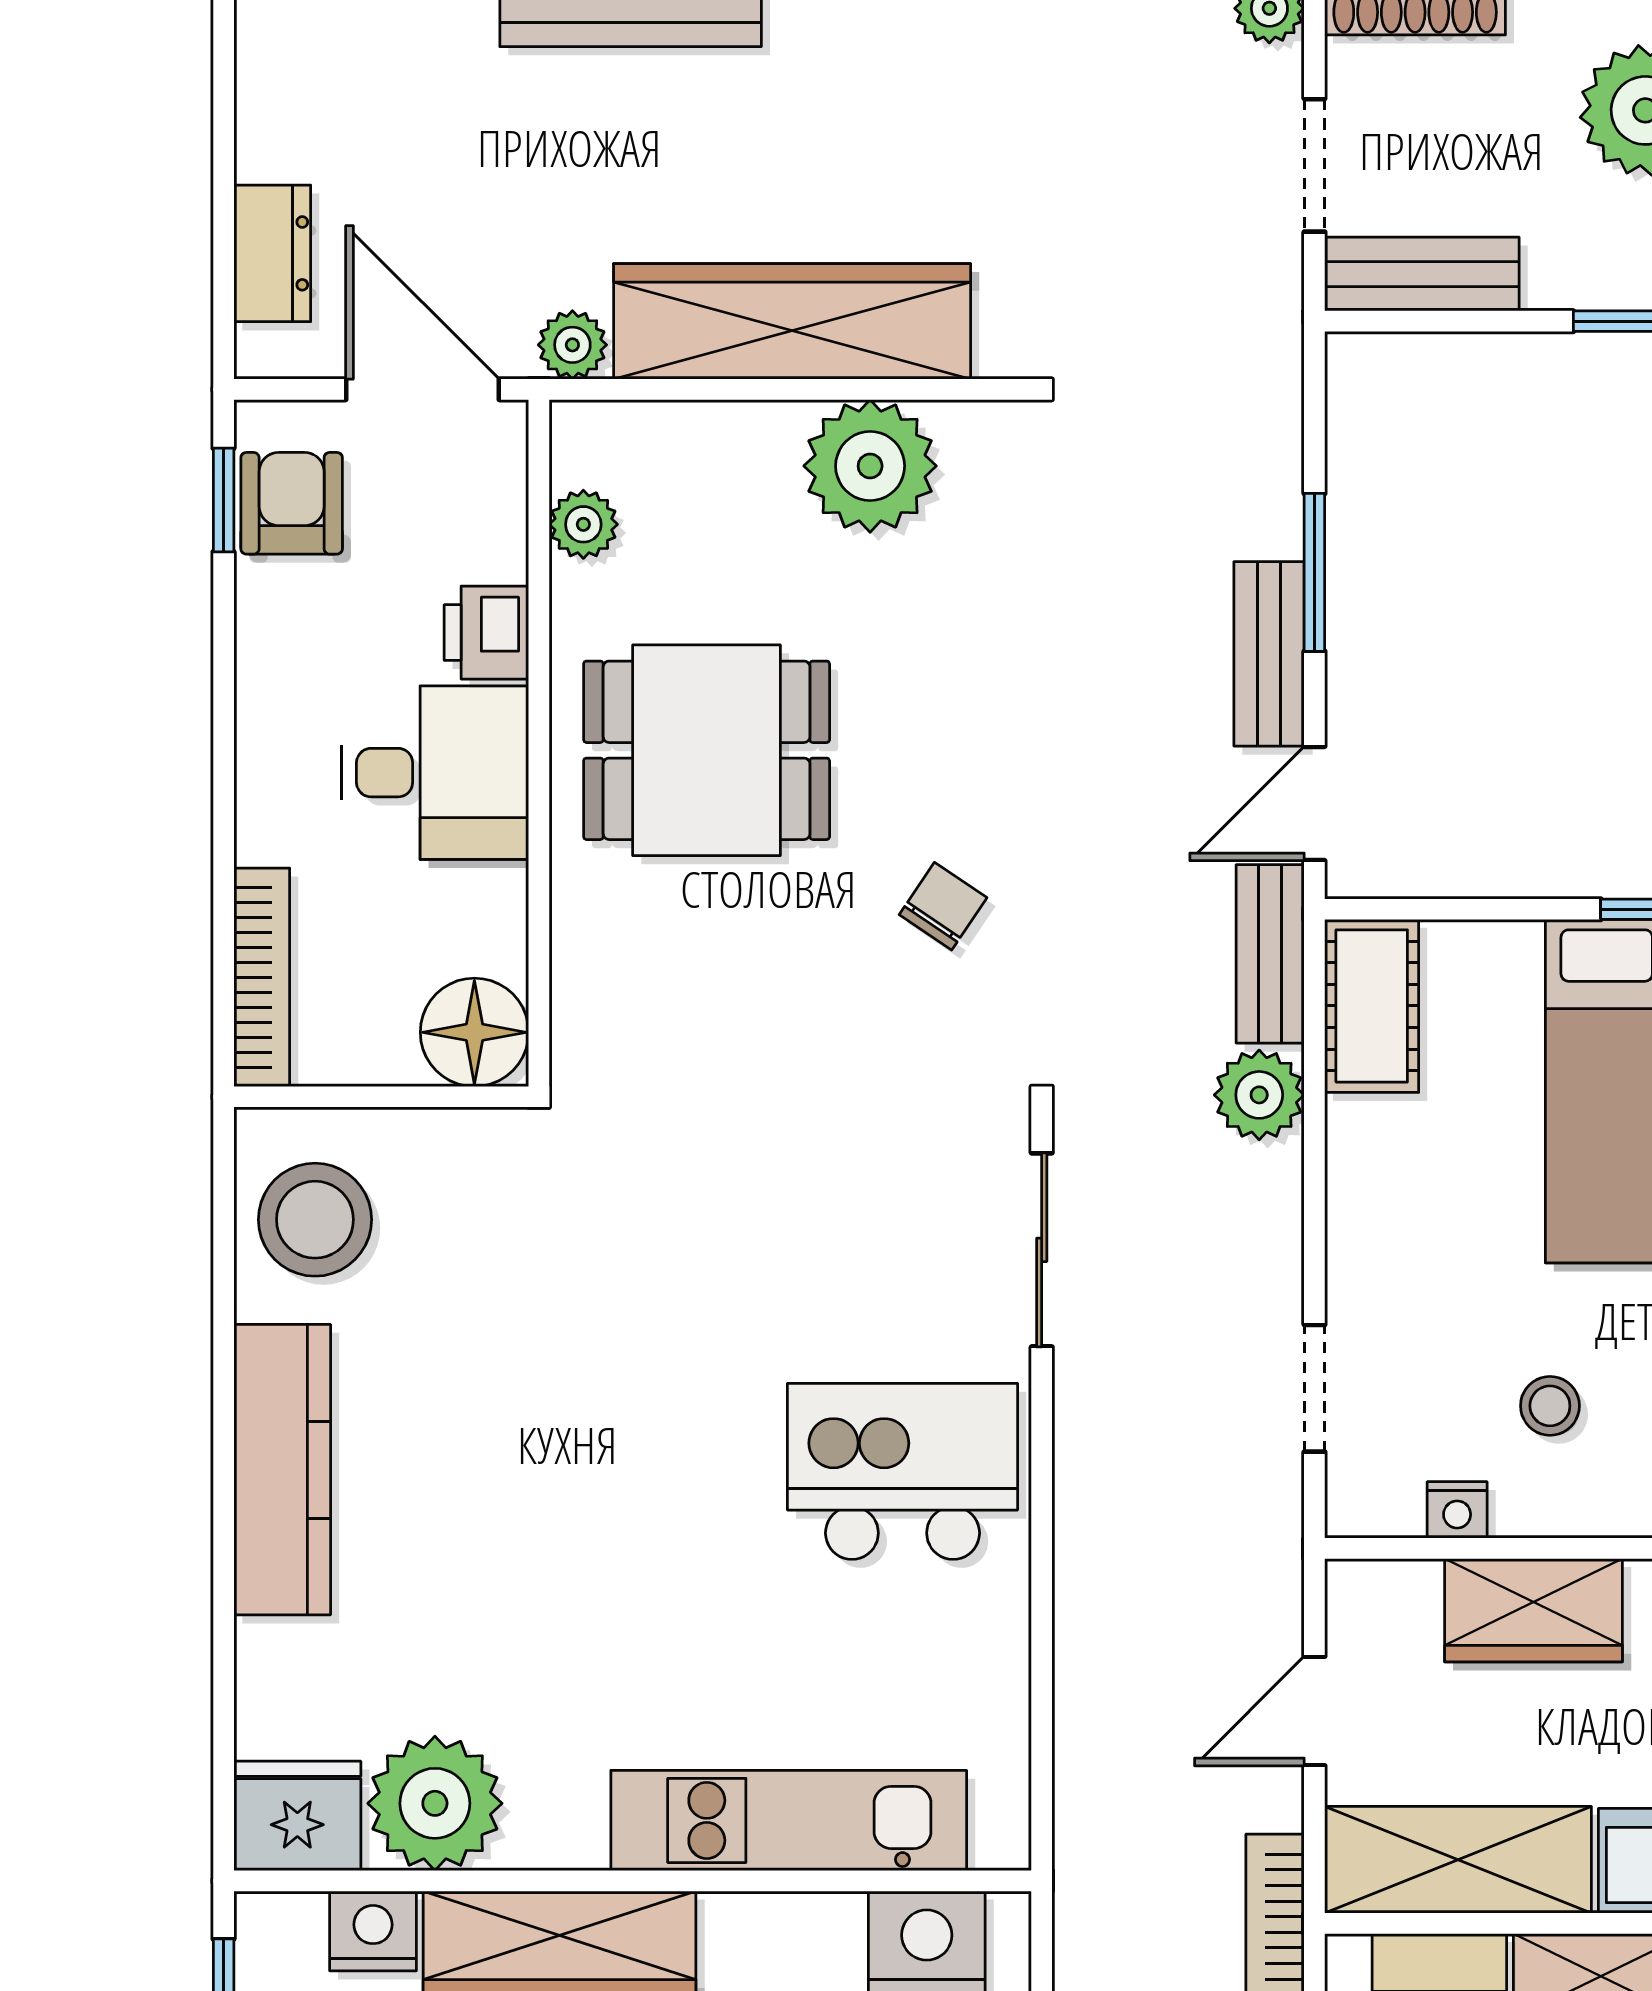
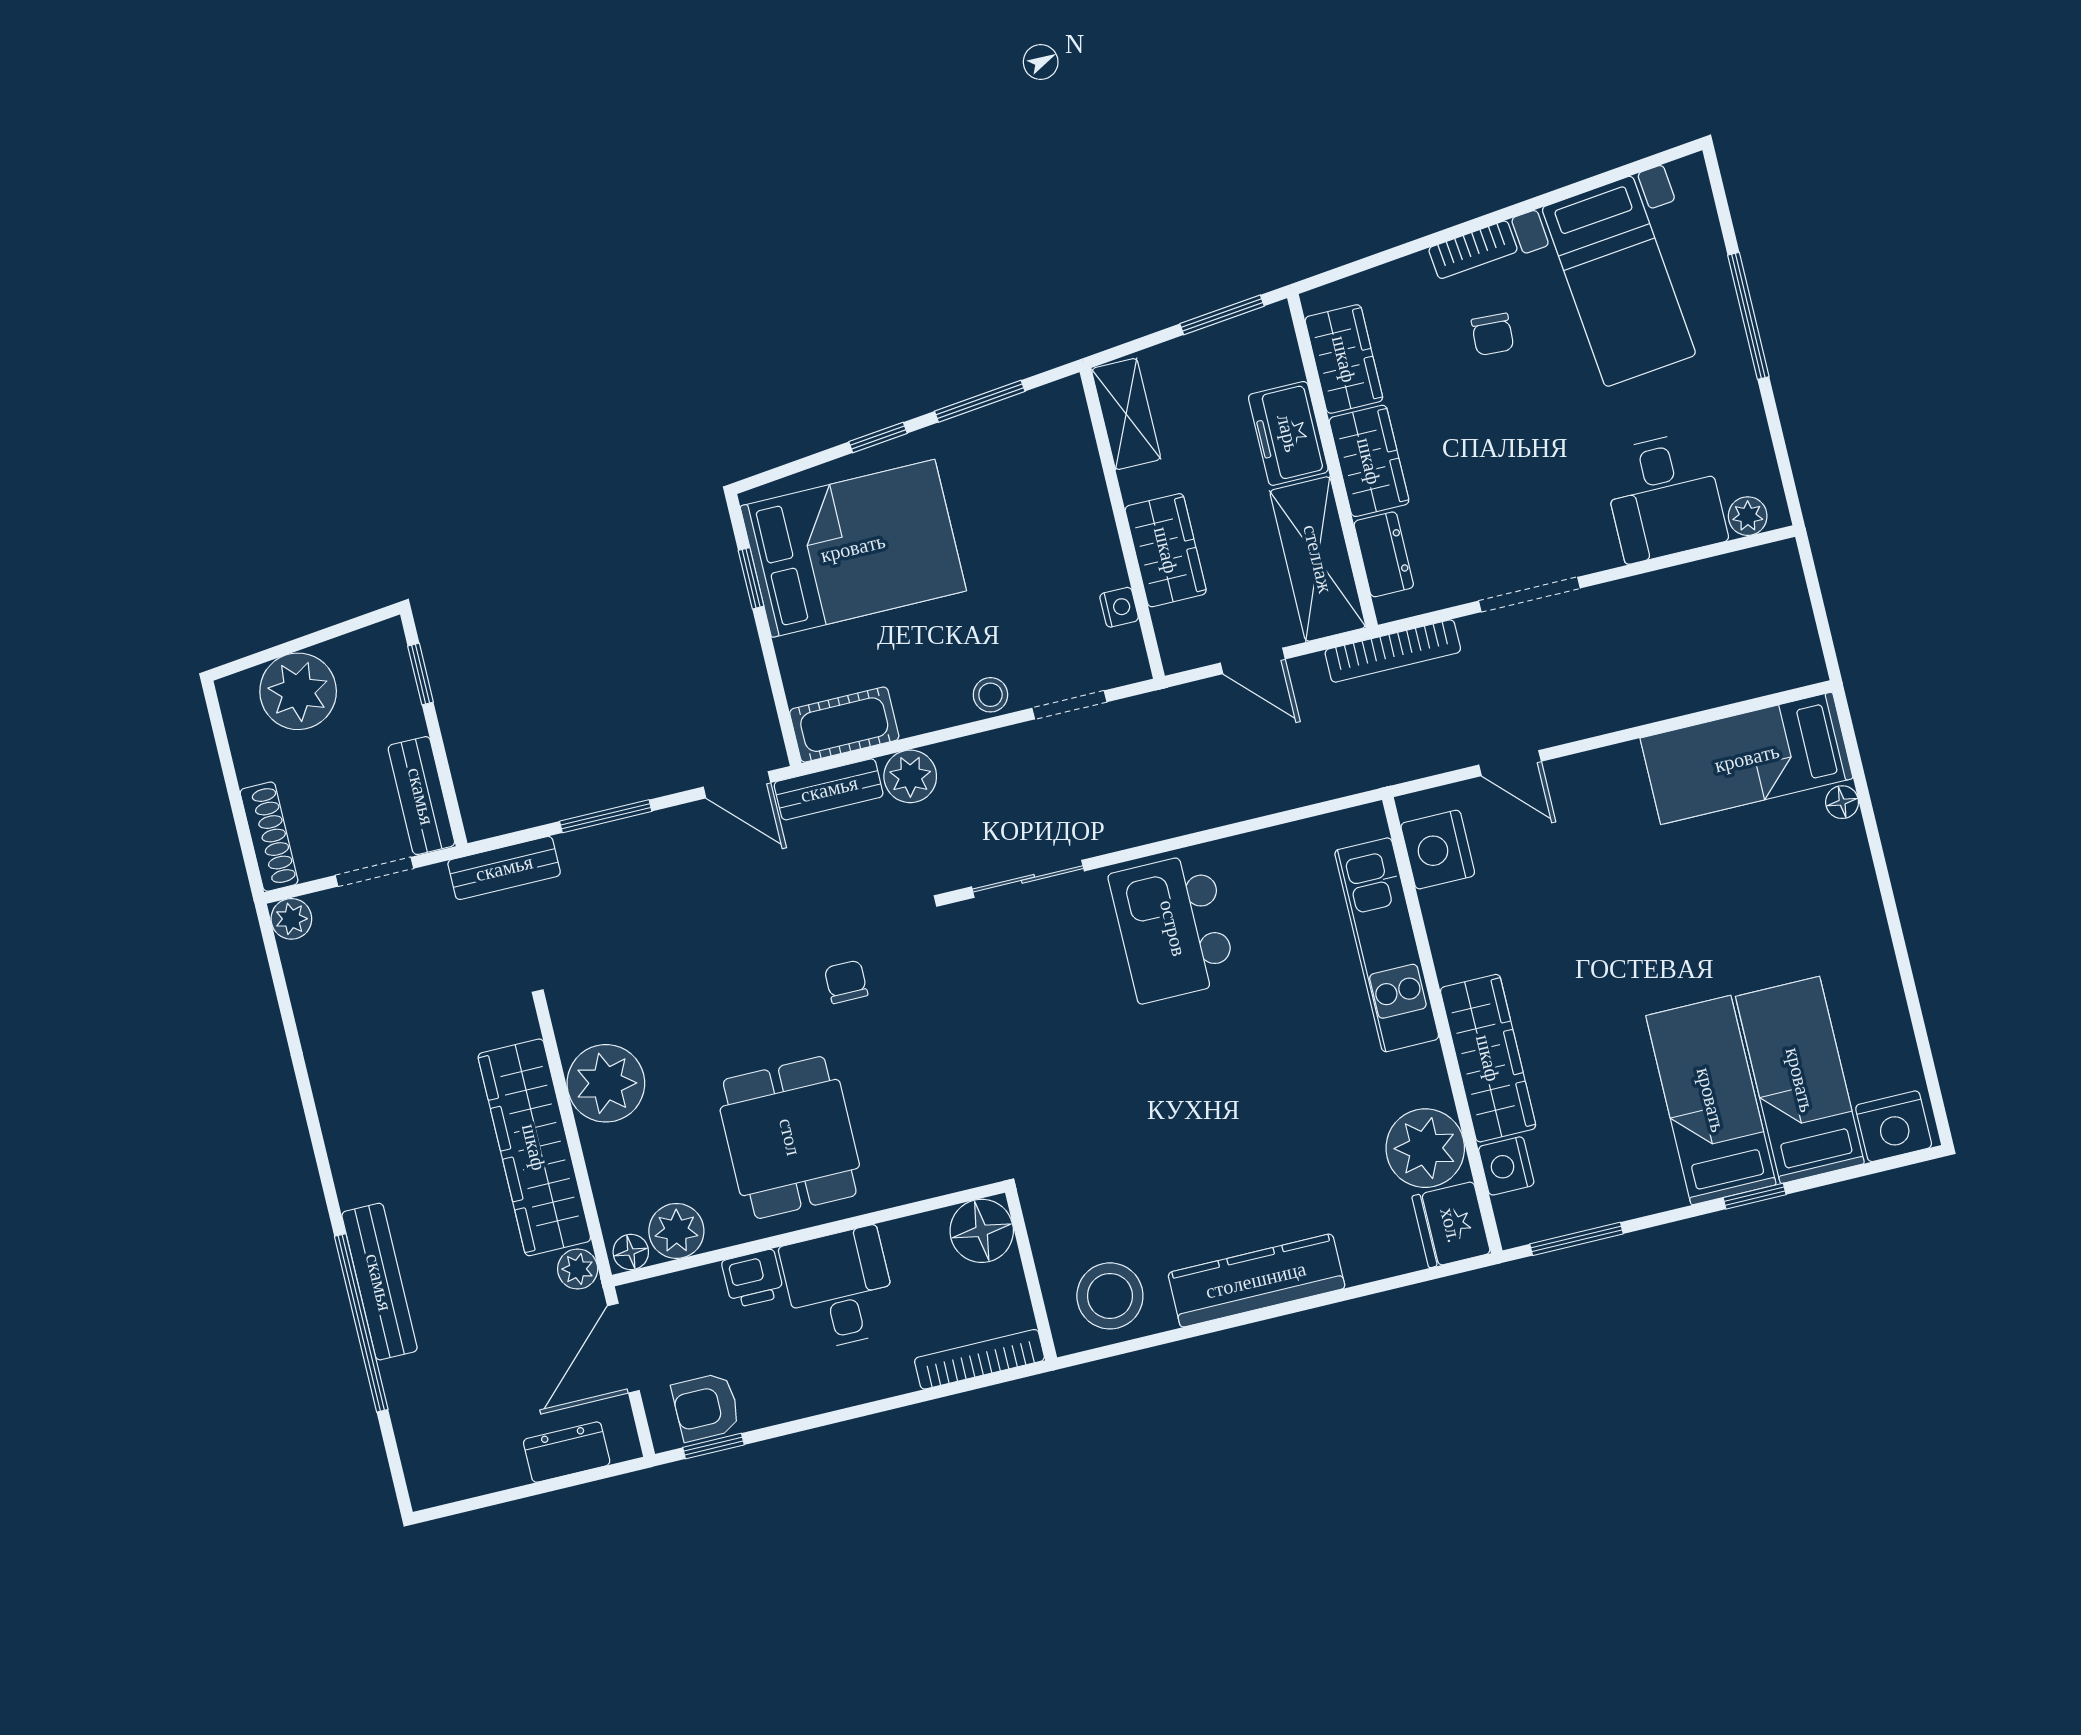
floor lamp: (579, 440) -> (631, 1252), added
plant: (583, 524) -> (676, 1231), width x1.38, depth x1.38
bench: (1269, 654) -> (504, 868), moved
chair: (943, 906) -> (846, 982), turned 56
stool: (1550, 1406) -> (990, 695), moved

